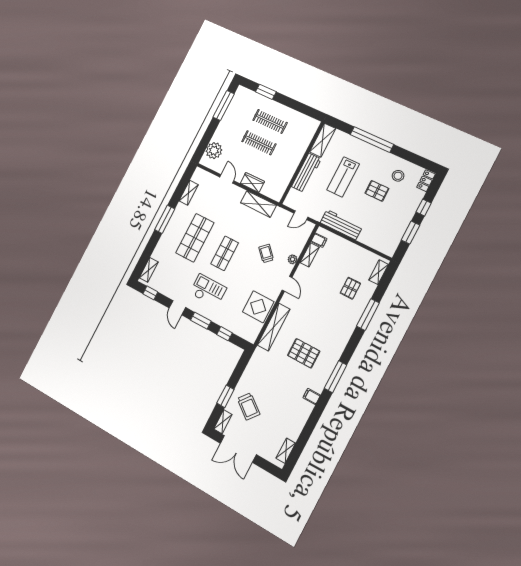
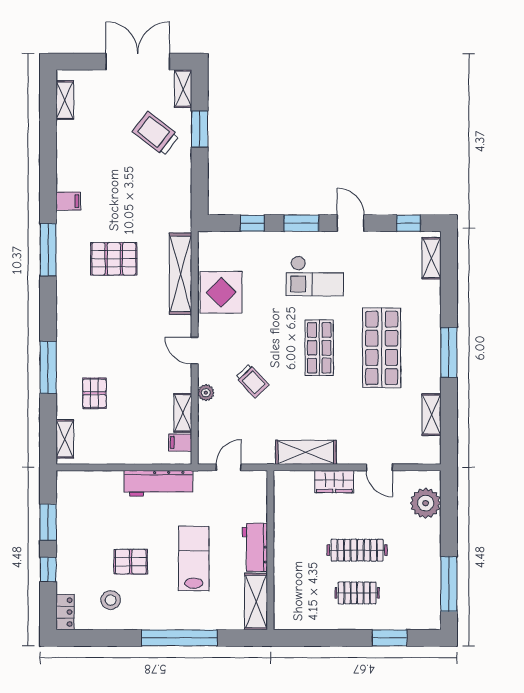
clothes rail: (270, 121) -> (357, 593), width x0.73
workbench: (306, 173) -> (255, 547), width x0.73

